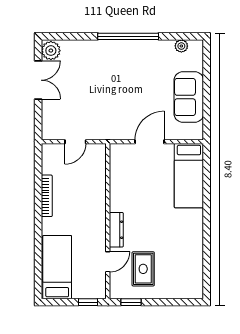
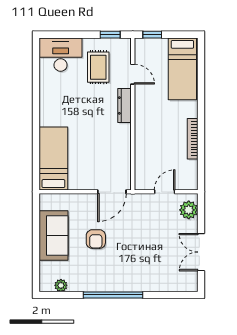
plant: (51, 51) -> (189, 210), moved
armchair: (146, 93) -> (96, 239), added
door: (150, 142) -> (112, 192), moved
door: (108, 262) -> (133, 74), swing flipped
desk: (182, 282) -> (61, 55), added

